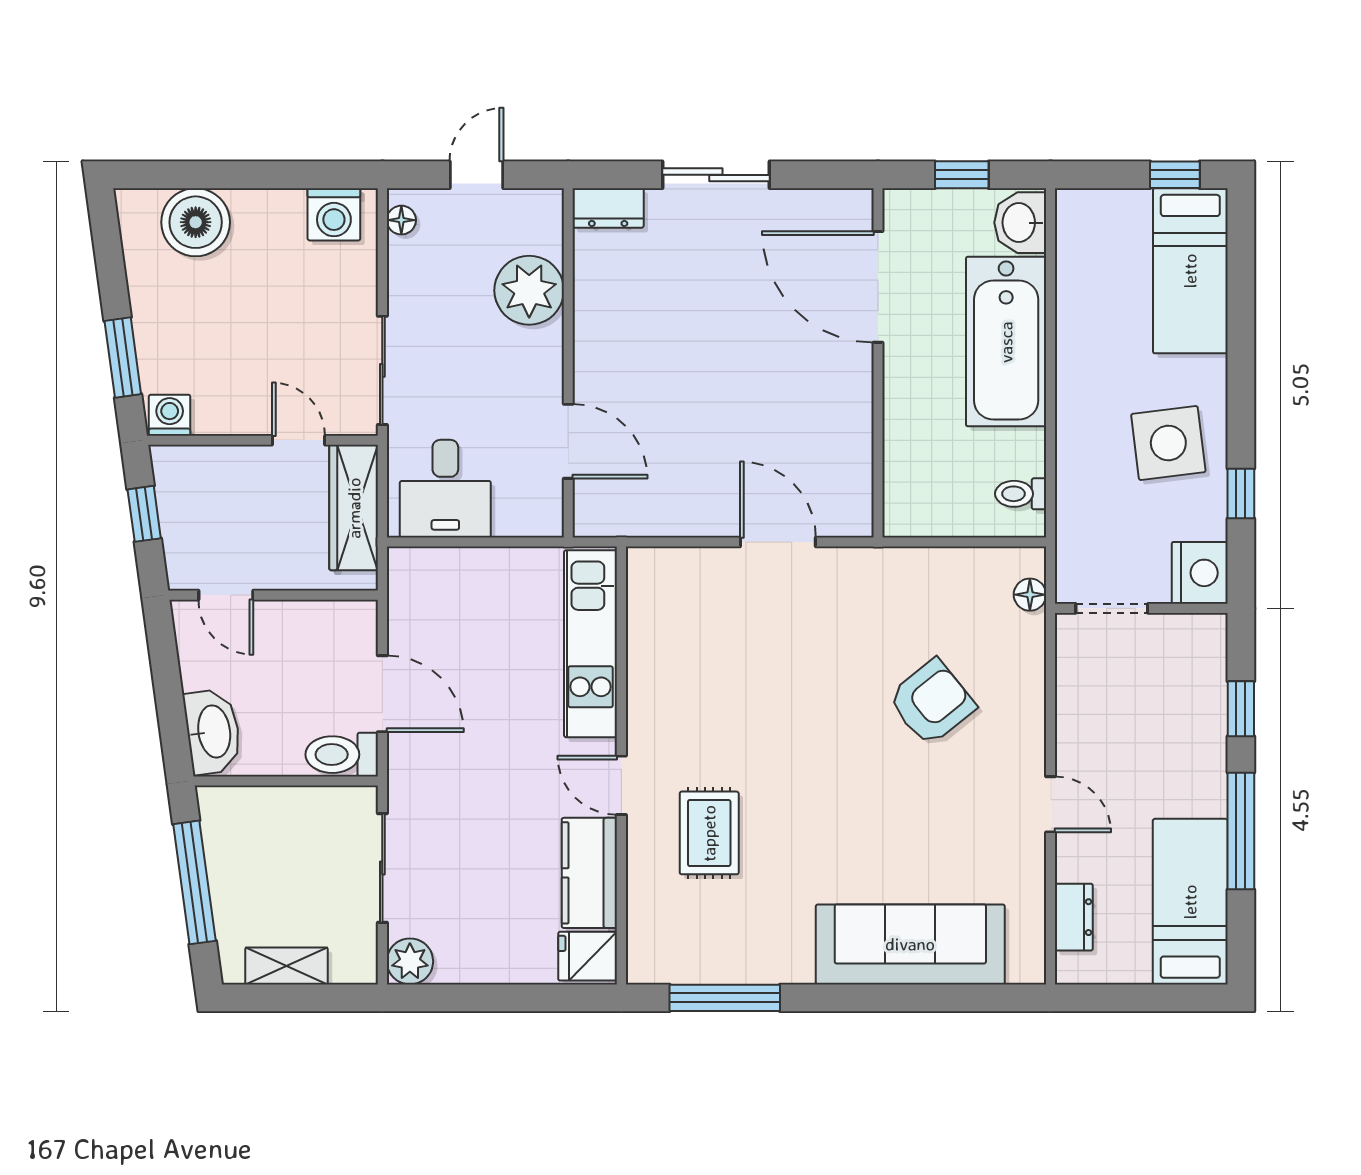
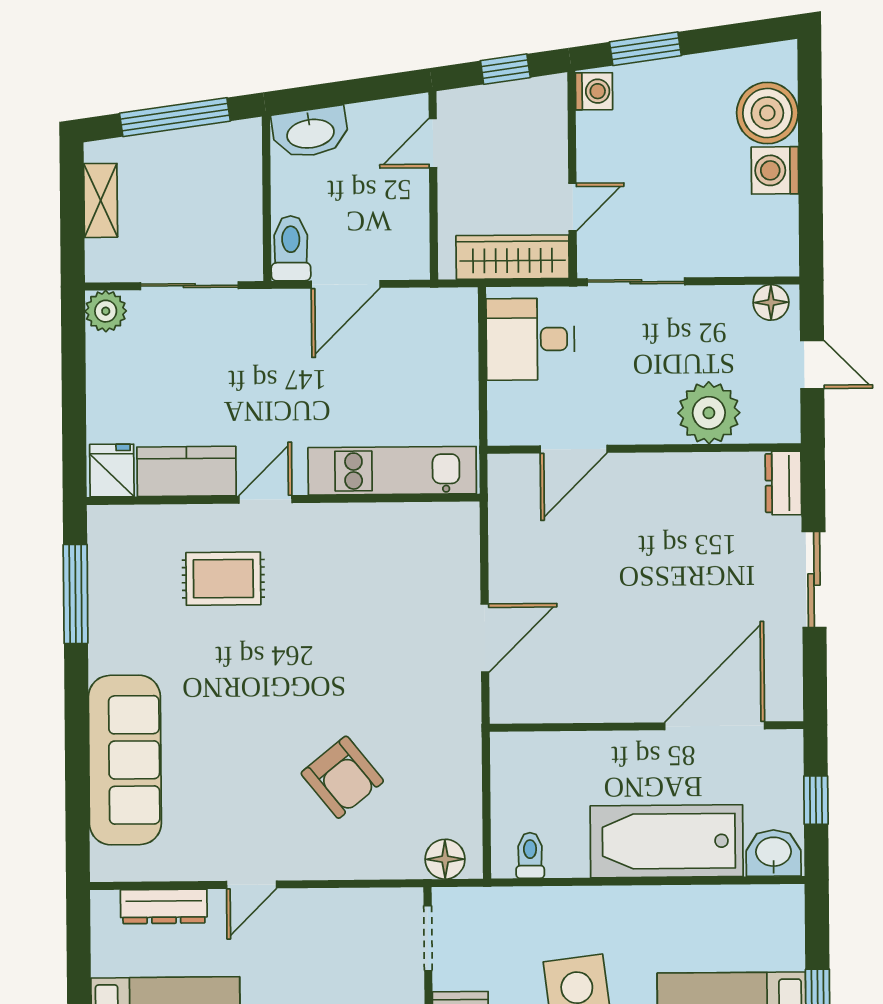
washing machine: (334, 214) -> (775, 170), moved
floor lamp: (401, 220) -> (771, 302), width x1.37, depth x1.37
floor lamp: (1030, 595) -> (445, 859), width x1.37, depth x1.37
dresser: (1074, 917) -> (164, 906), width x1.44

